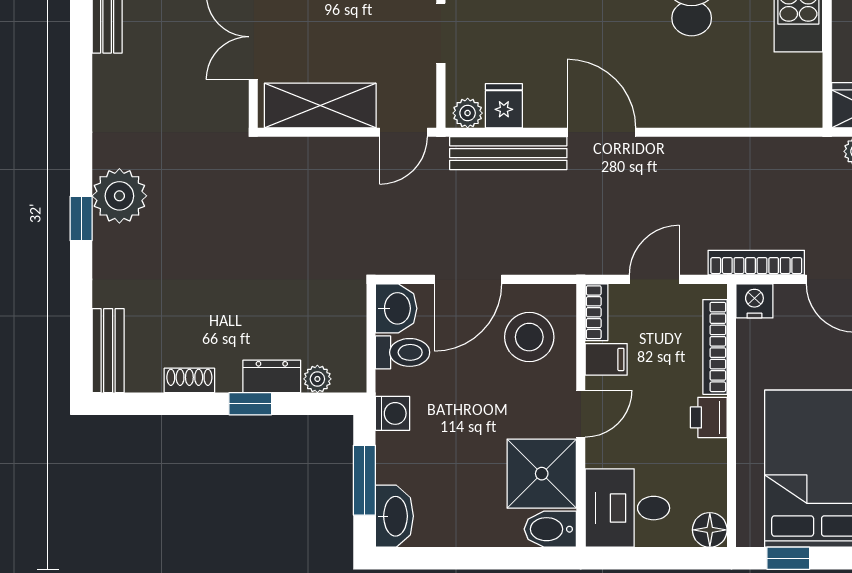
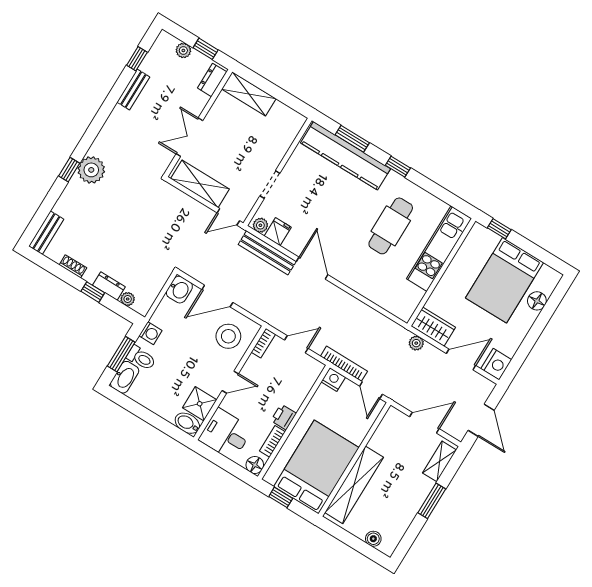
bookcase: (715, 347) -> (272, 441), moved, width x0.64
toilet: (403, 352) -> (141, 358), moved
filing cabinet: (606, 359) -> (255, 366), removed
shower: (542, 474) -> (200, 404), width x0.73, depth x0.73

